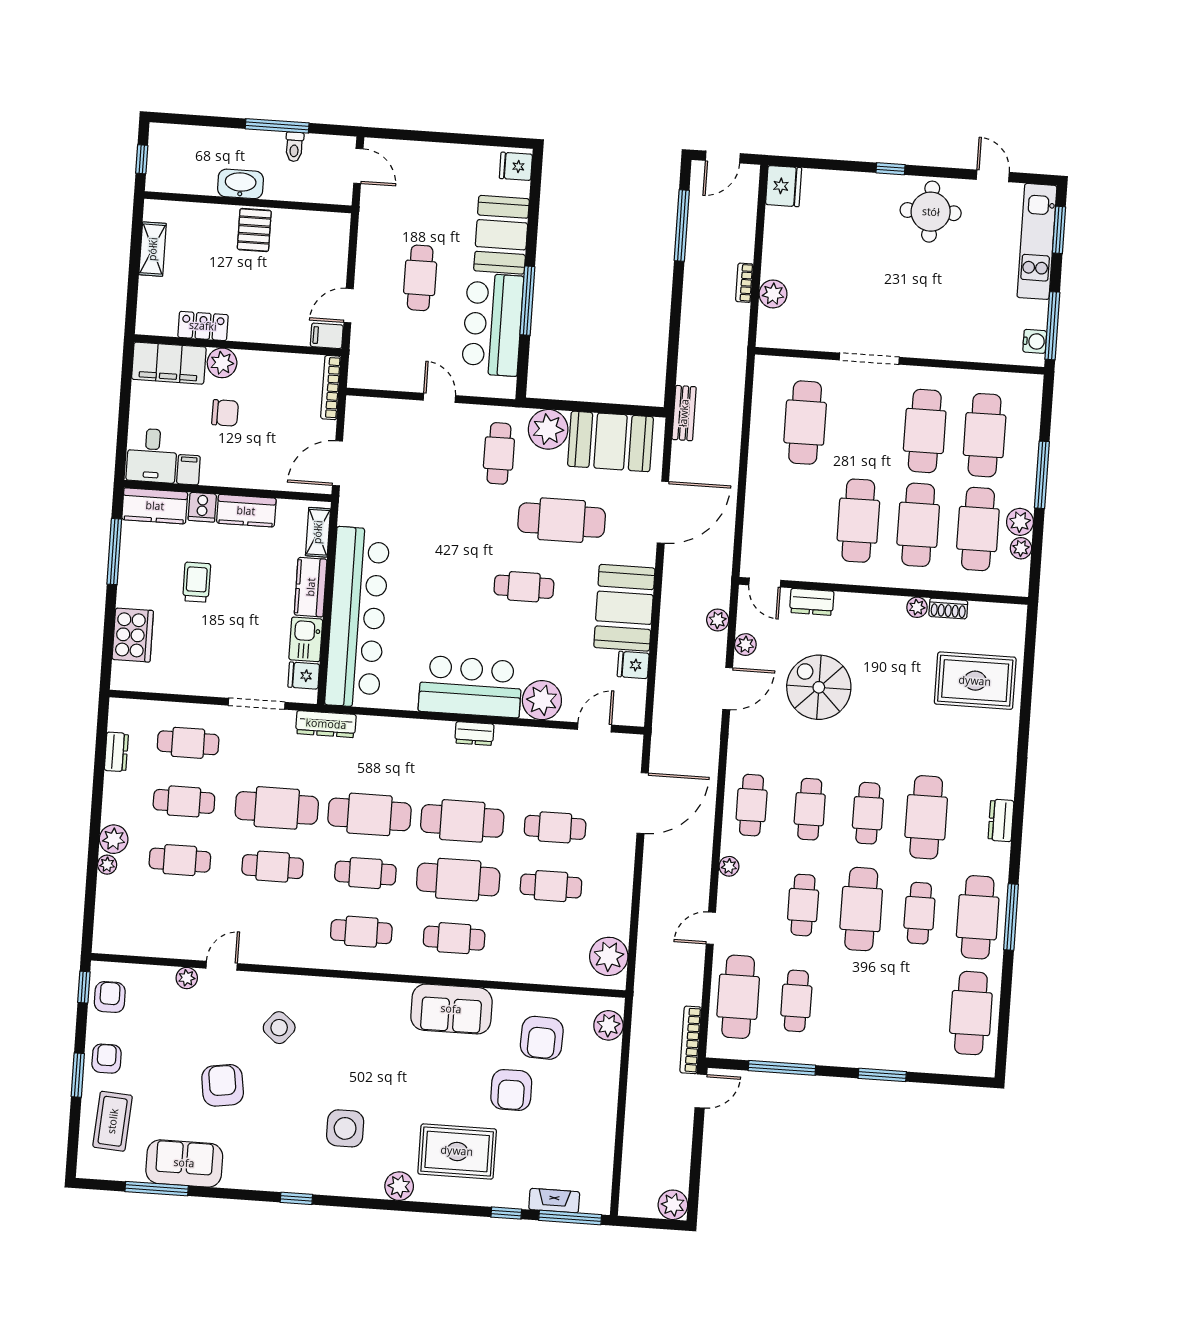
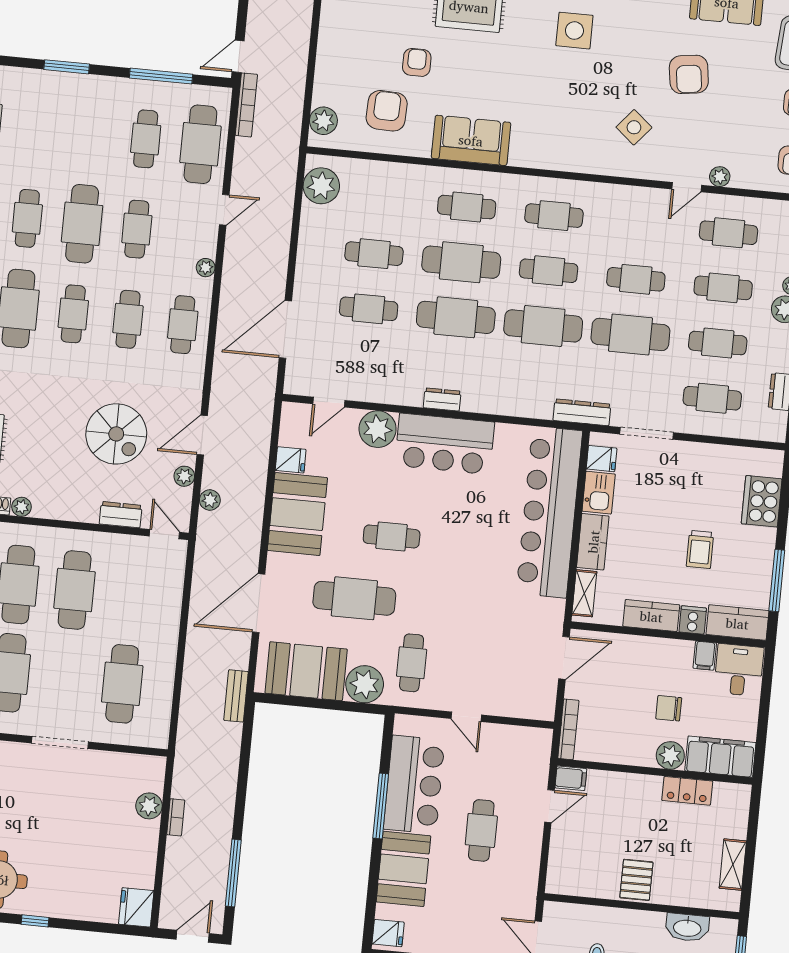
washbasin: (240, 184) -> (687, 928), moved
cafe table: (176, 919) -> (729, 233), added
armchair: (511, 1090) -> (417, 62), width x0.72, depth x0.72

